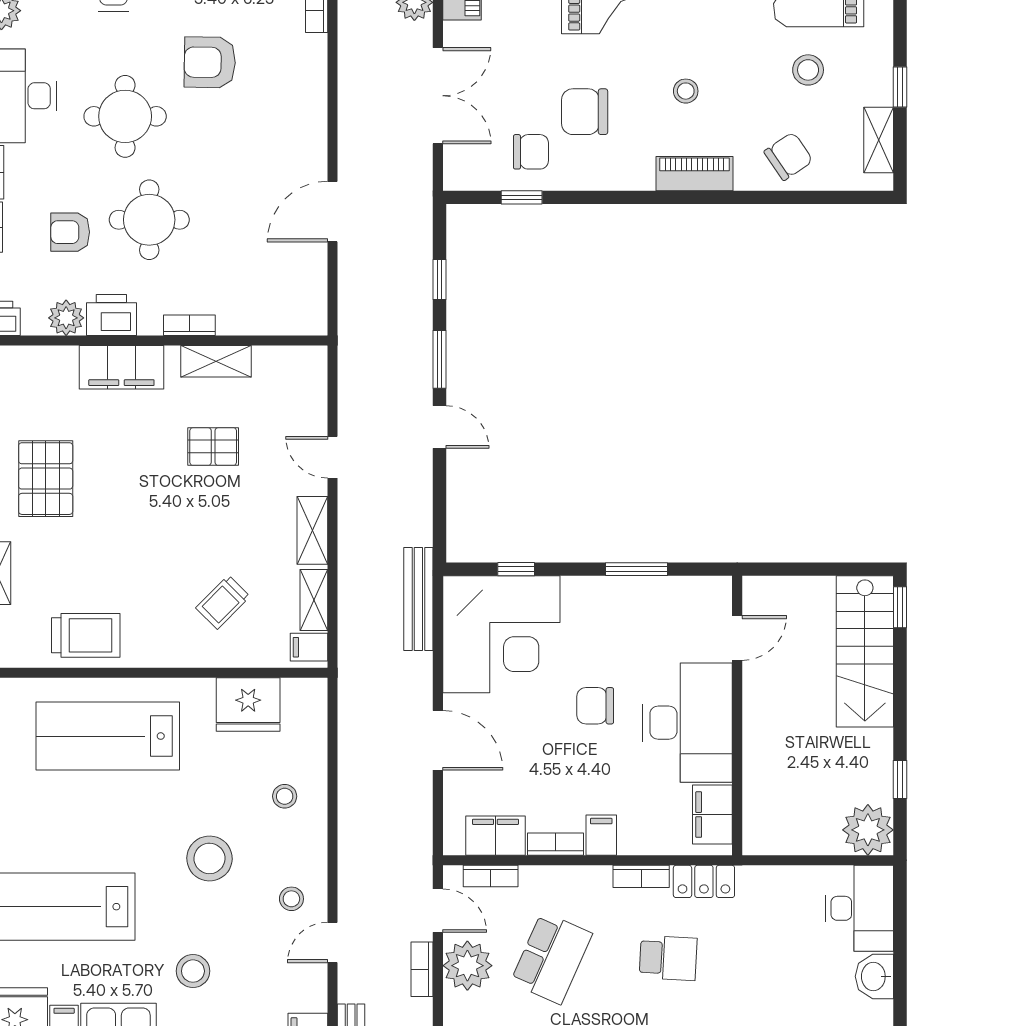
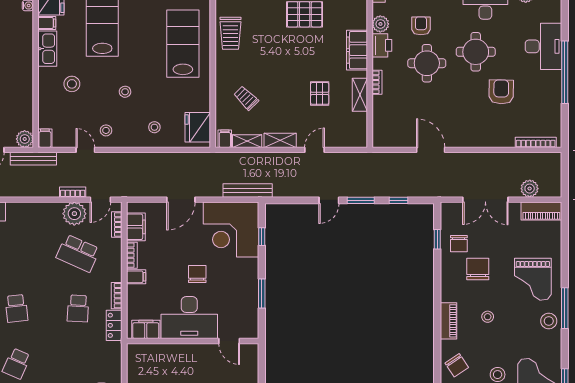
fridge: (248, 704) -> (198, 127), moved
stool: (209, 858) -> (125, 92), width x0.53, depth x0.53

